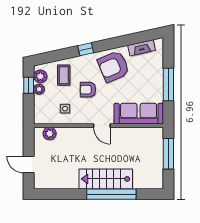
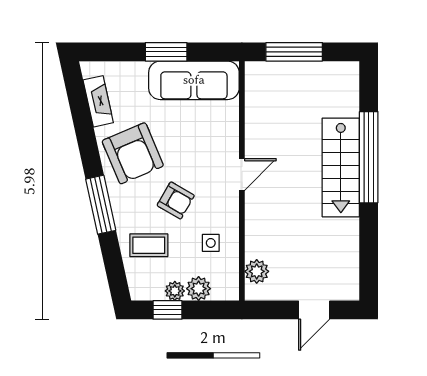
window: (86, 49) -> (101, 205), width x2.17
plant: (40, 76) -> (199, 289), moved
window: (168, 85) -> (166, 52), width x0.69
armchair: (88, 90) -> (176, 200), turned -60
sofa: (139, 114) -> (194, 80), moved, turned -90

